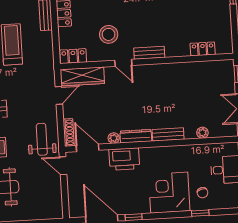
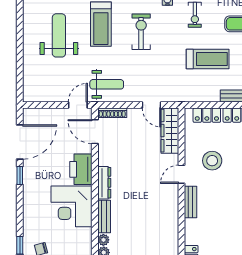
locker: (73, 56) -> (207, 115), moved, turned 90
plant: (114, 138) -> (103, 240), moved
door: (88, 148) -> (95, 132), swing flipped
corner desk: (169, 193) -> (72, 206), moved, turned 180

